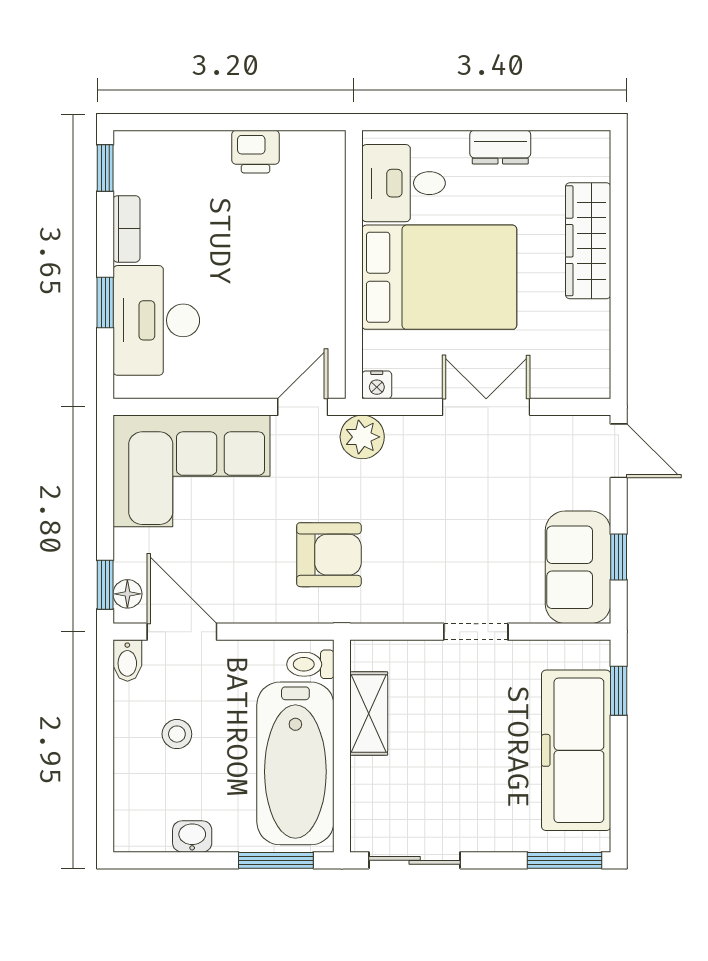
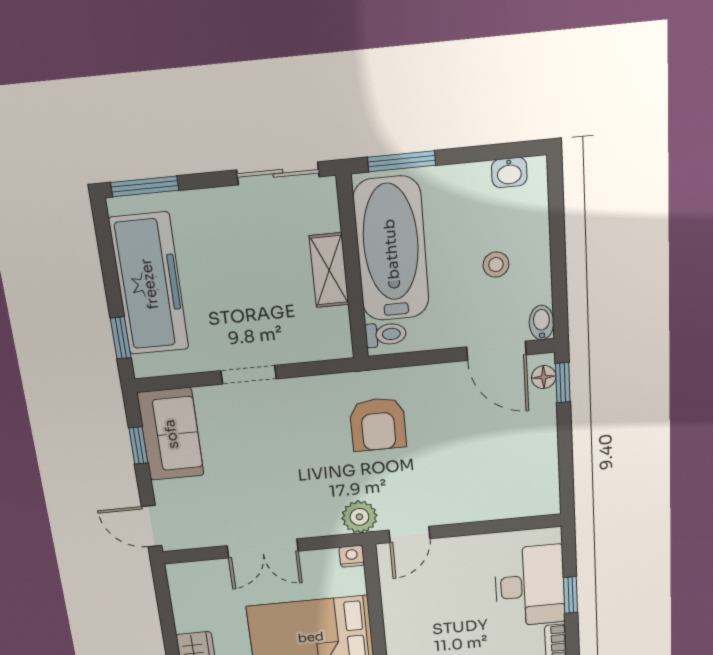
corner sofa: (192, 471) -> (496, 478), removed
armchair: (329, 555) -> (378, 424), turned -90
shelving: (369, 713) -> (329, 270), moved
washbasin: (192, 836) -> (509, 172), moved

